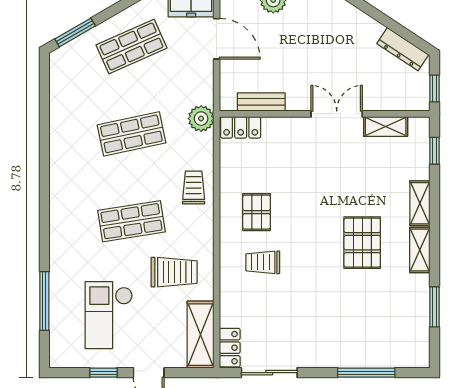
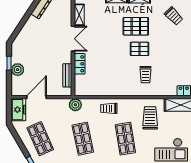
double door: (337, 114) -> (73, 39), swing flipped
locker: (241, 127) -> (80, 64), moved
pallet: (257, 212) -> (140, 49), moved
trolley: (383, 320) -> (174, 16), added

